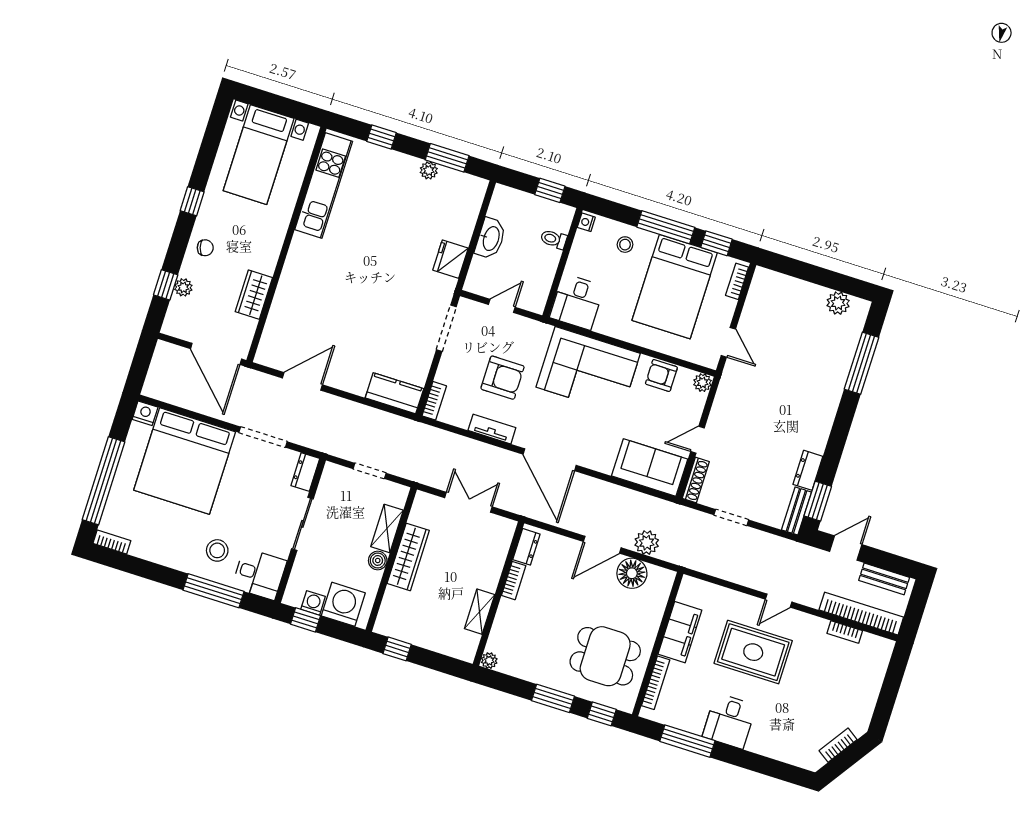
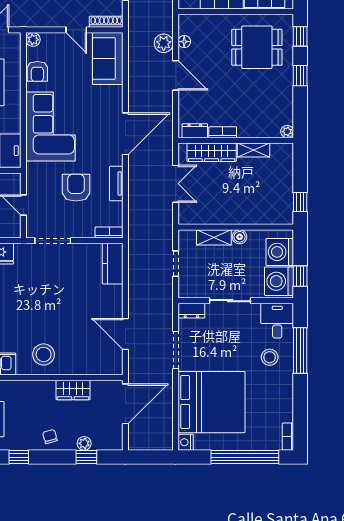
stool: (309, 272) -> (44, 354), added
double door: (468, 502) -> (176, 184), swing flipped
wardrobe: (408, 557) -> (212, 152), moved, turned 180
floor lamp: (632, 573) -> (184, 42), width x0.53, depth x0.53
washing machine: (313, 603) -> (279, 281), width x1.89, depth x1.89
dining table: (605, 656) -> (257, 47), turned 90
window: (553, 698) -> (300, 76), width x0.67

